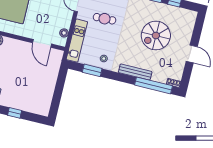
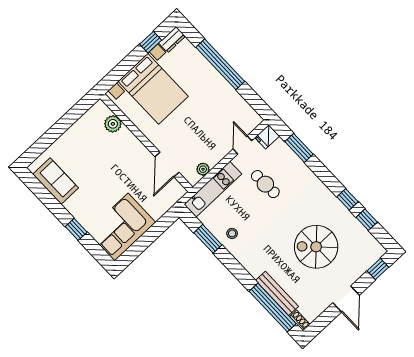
window: (199, 25) -> (378, 269), added
bench: (135, 72) -> (277, 293), moved
corner sofa: (39, 95) -> (121, 227), added

